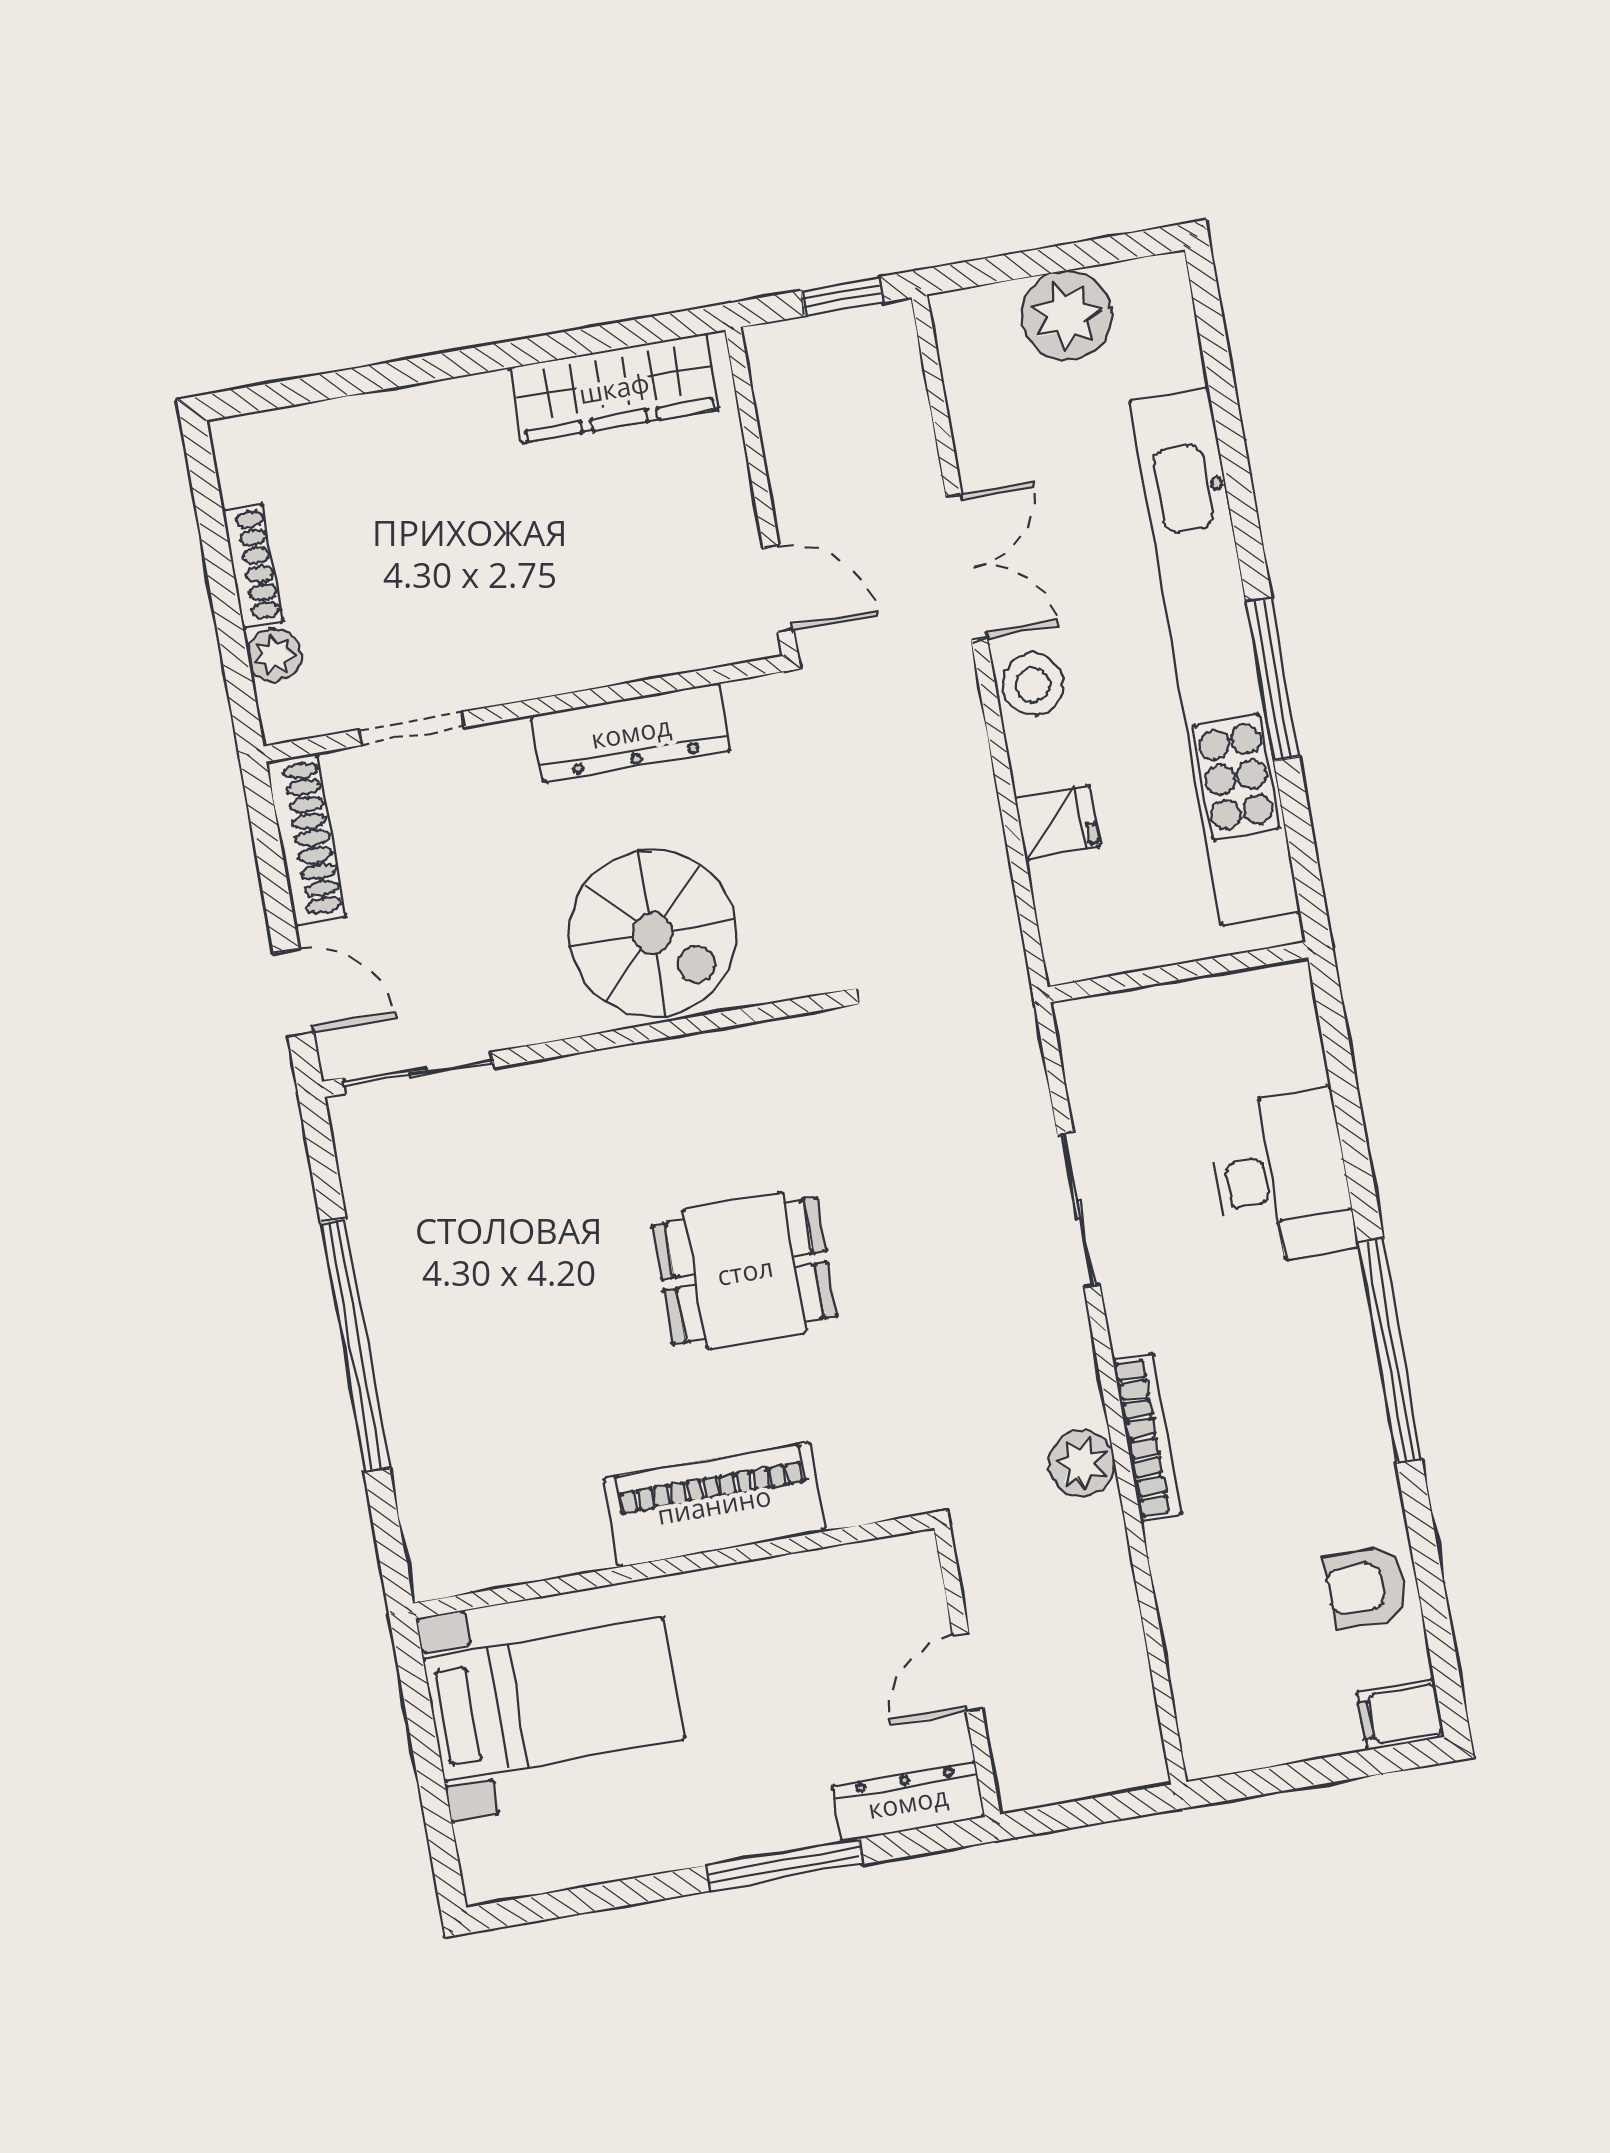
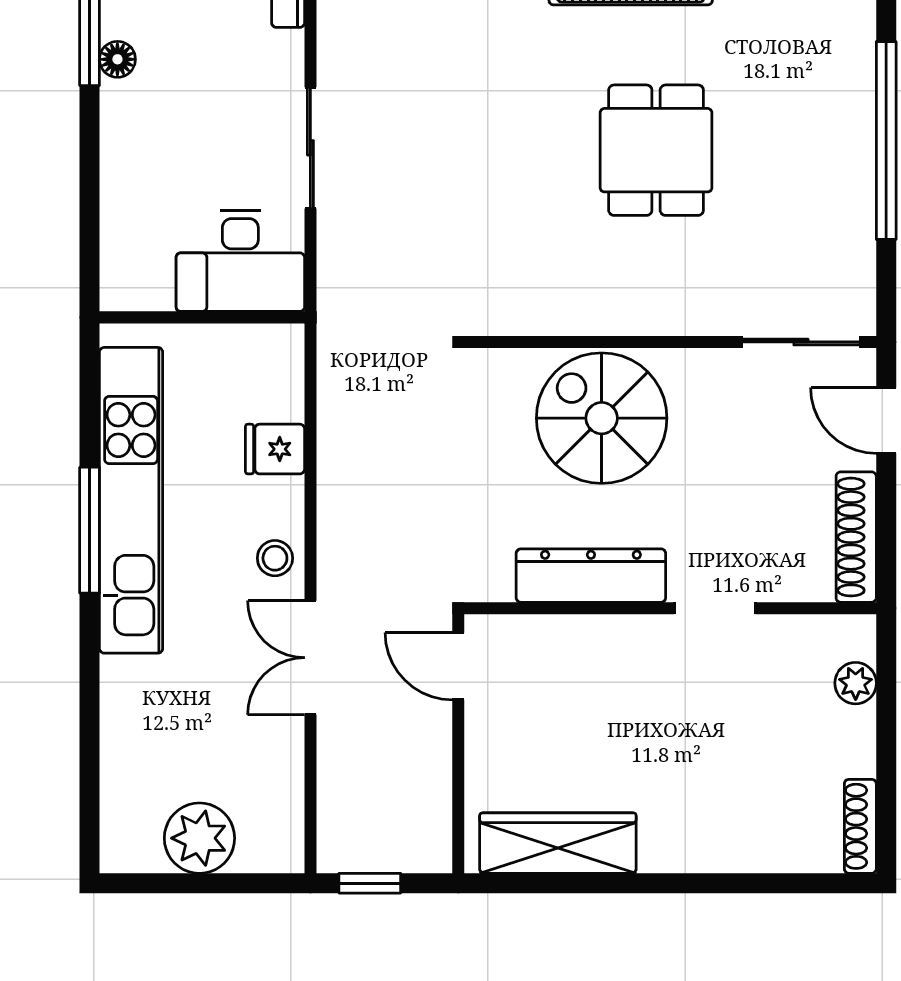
shoe rack: (253, 566) -> (860, 826), moved
kitchen unit: (1215, 656) -> (131, 500), width x0.73
stool: (1033, 685) -> (275, 558), width x0.73, depth x0.73
doorway: (412, 728) -> (715, 608), moved
desk: (1281, 1177) -> (240, 261), moved, turned -90
dining table: (745, 1271) -> (656, 150), moved, turned 90
floor lamp: (1341, 1279) -> (117, 59), added

